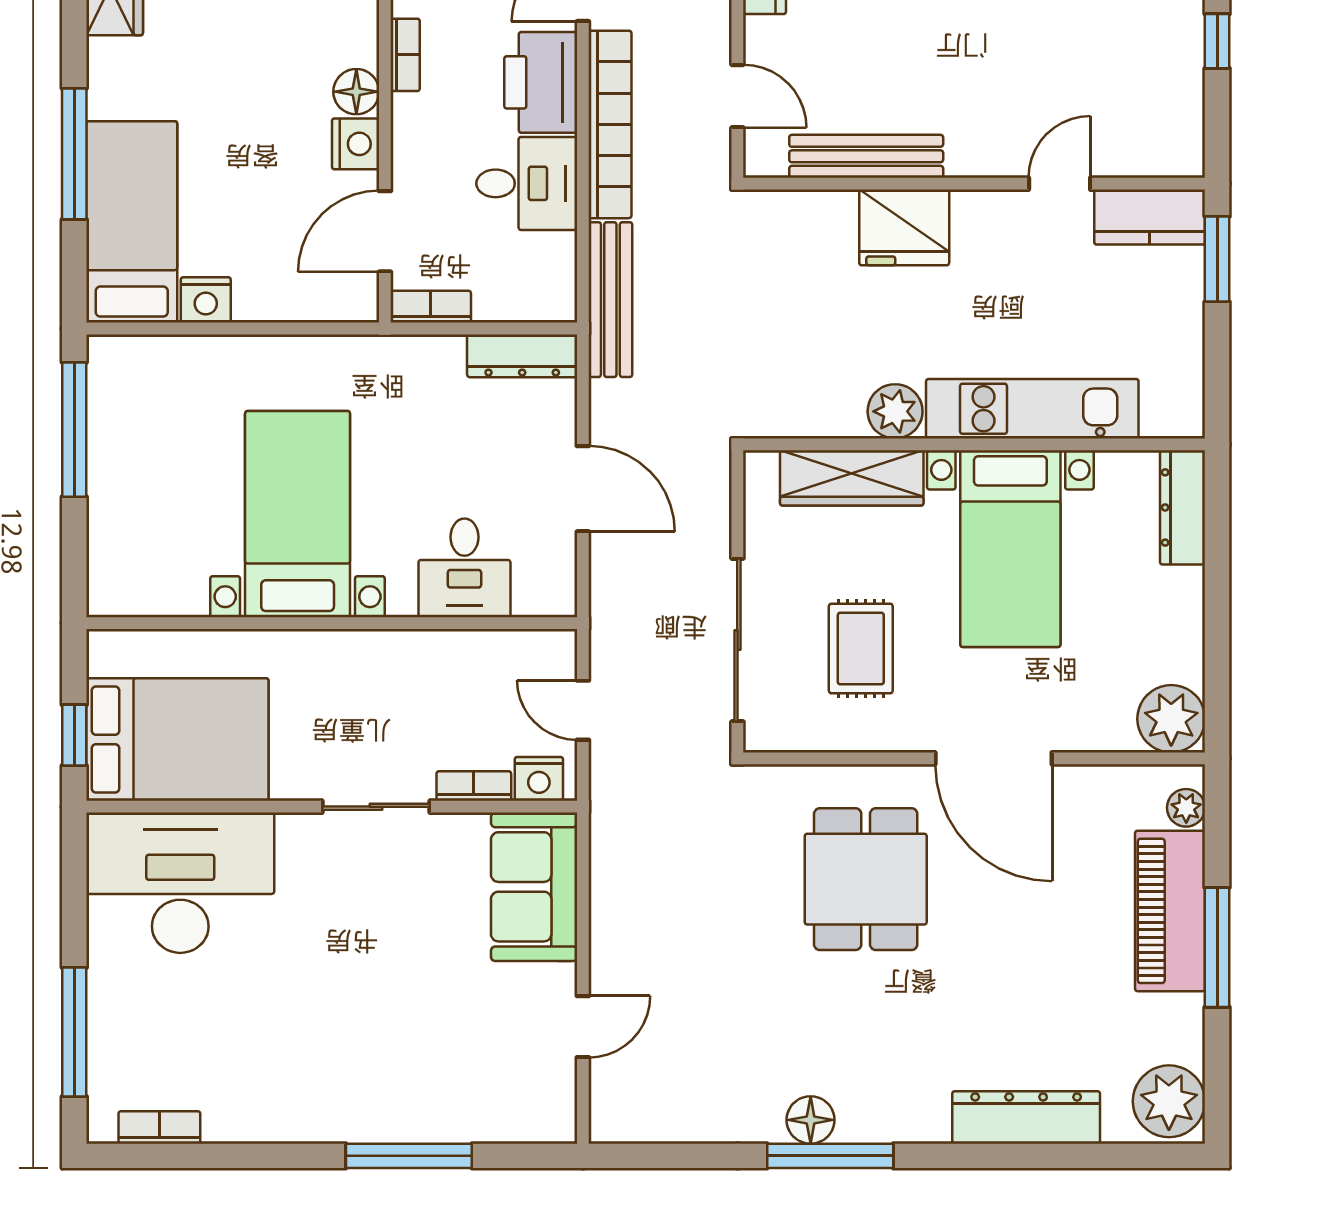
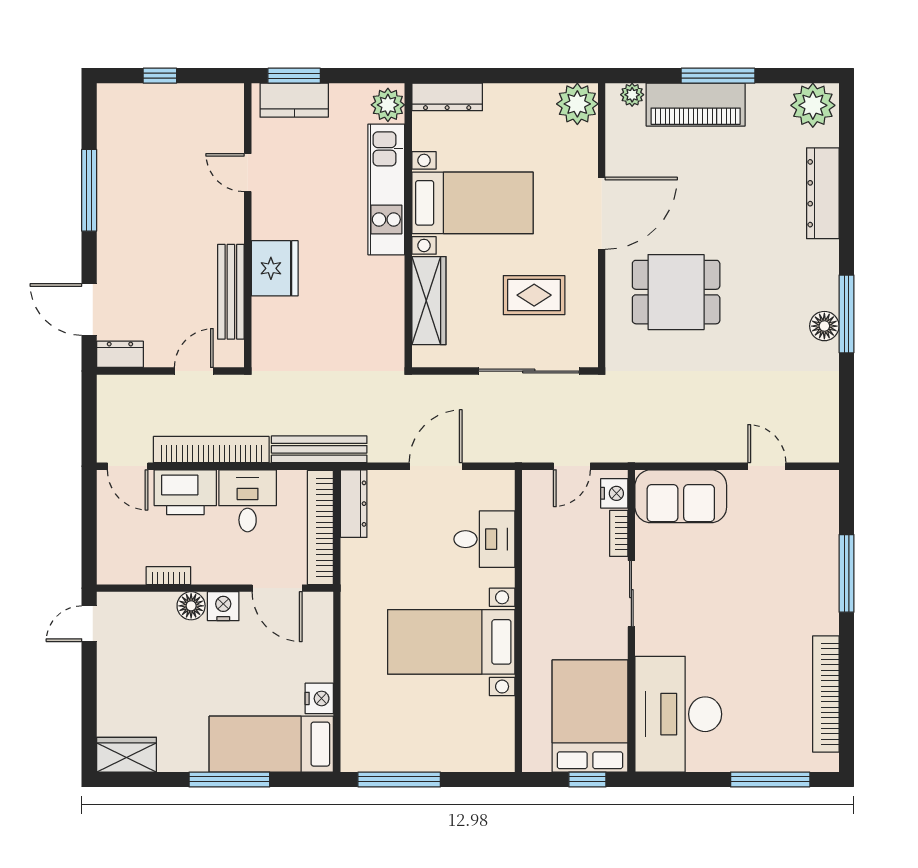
kitchen counter: (1150, 217) -> (294, 100), moved, turned 90
bookcase: (431, 307) -> (320, 528), width x2.31, depth x1.31
plant: (895, 411) -> (388, 105), moved
bookcase: (159, 1127) -> (826, 694), width x2.31, depth x1.31

